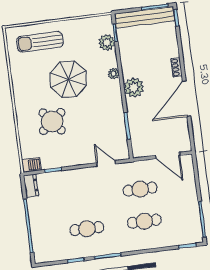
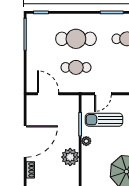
plant: (114, 74) -> (86, 141), moved
sun lounger: (101, 134) -> (104, 120), added
door: (106, 163) -> (103, 94), hinge flipped
cafe table: (144, 221) -> (76, 39), width x1.37, depth x1.35

